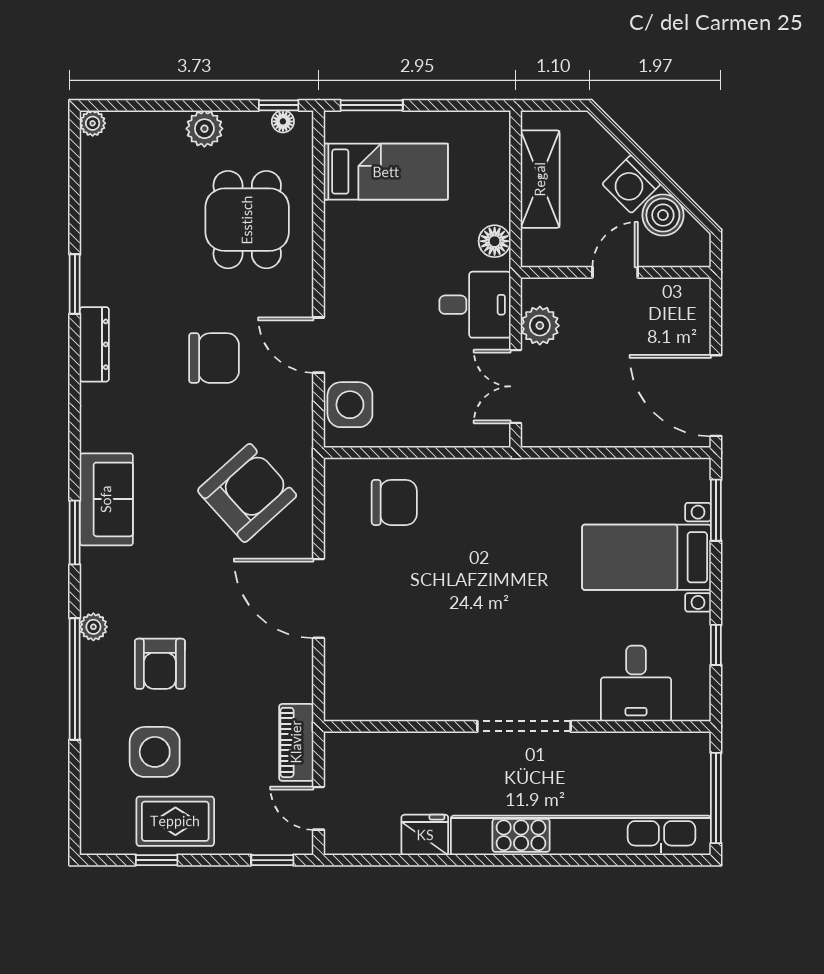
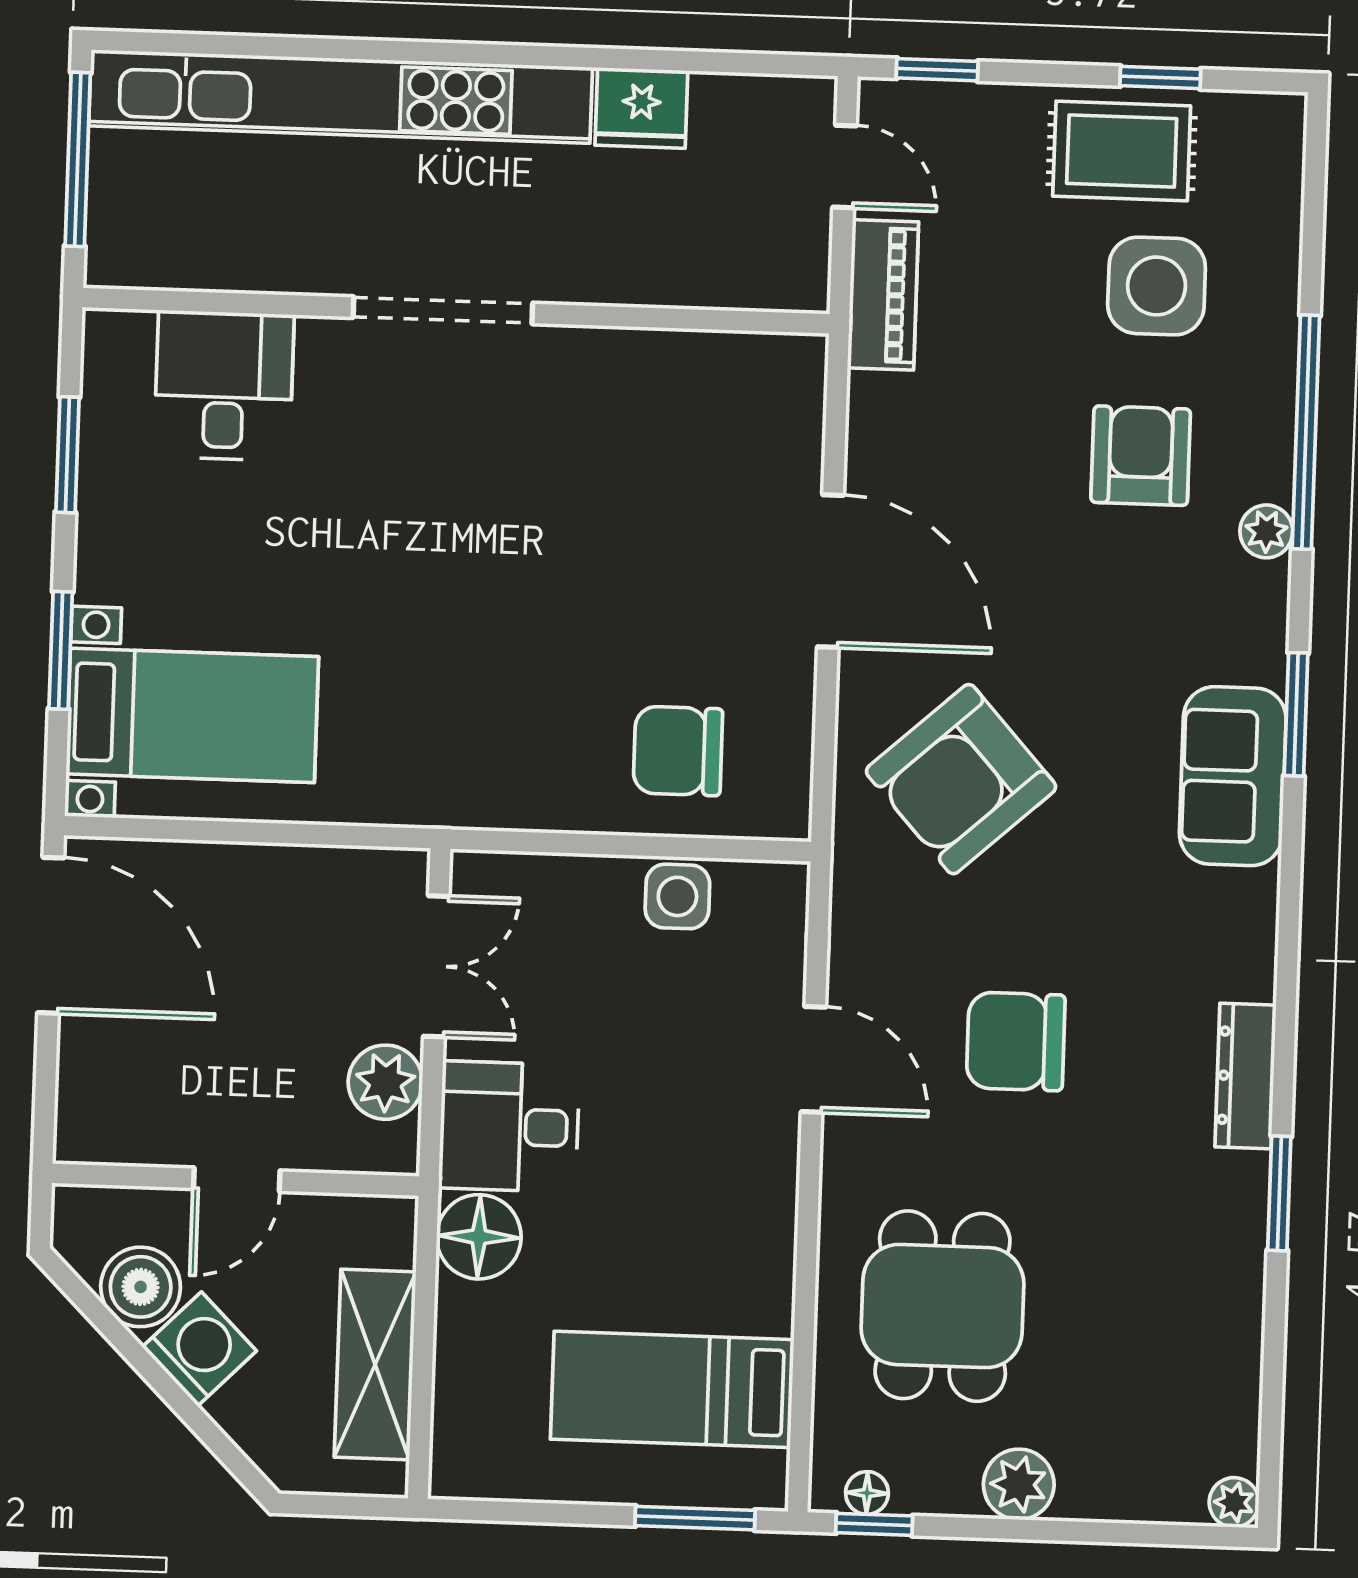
floor lamp: (495, 241) -> (479, 1237), width x1.38, depth x1.38
side table: (350, 405) -> (677, 896), moved, width x0.73, depth x0.73
window: (716, 510) -> (61, 650), moved
bed with nightstands: (646, 557) -> (192, 715), moved
window: (716, 645) -> (67, 455), width x1.50

